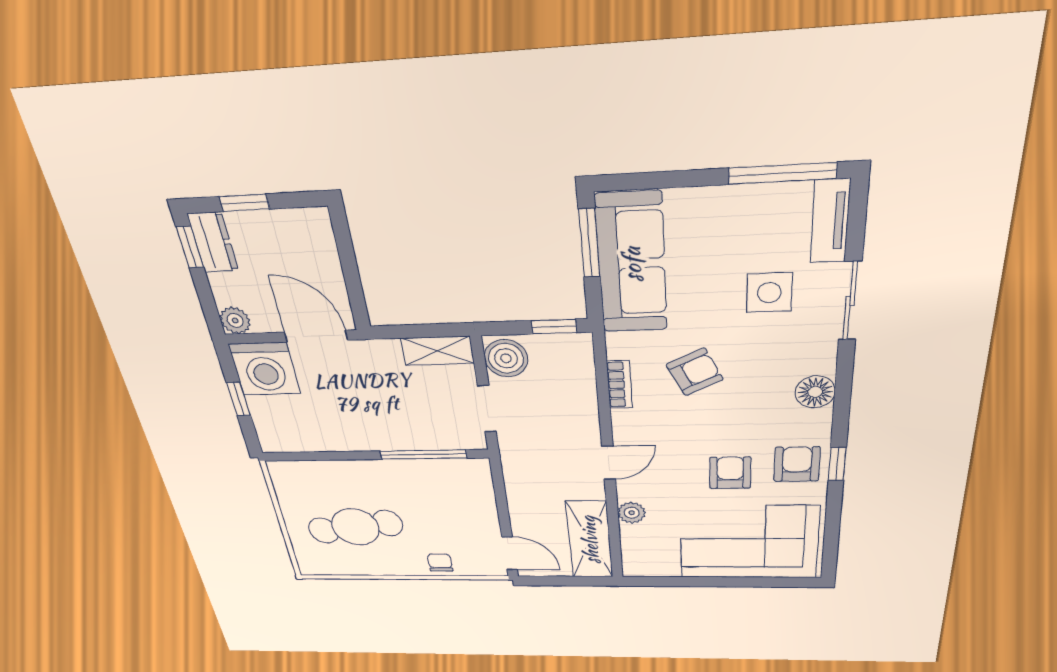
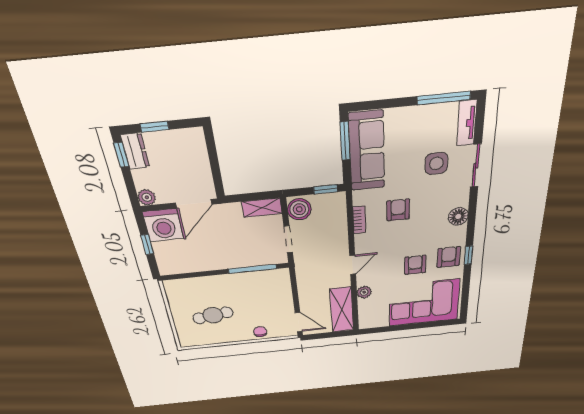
door: (316, 336) -> (194, 204), swing flipped
armchair: (695, 372) -> (398, 210), turned -64
cafe table: (355, 527) -> (213, 315), width x0.73, depth x0.74

